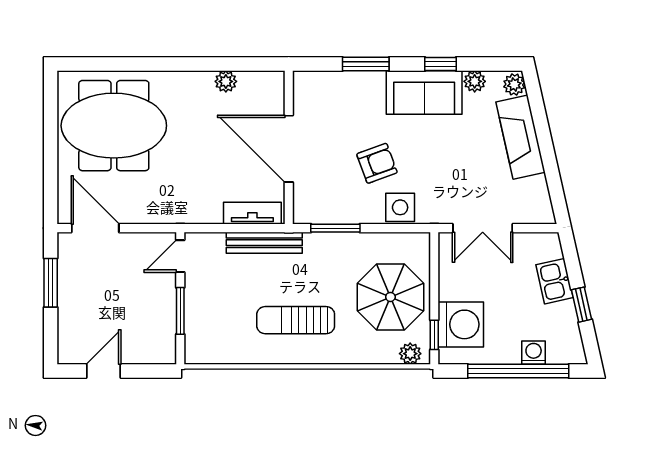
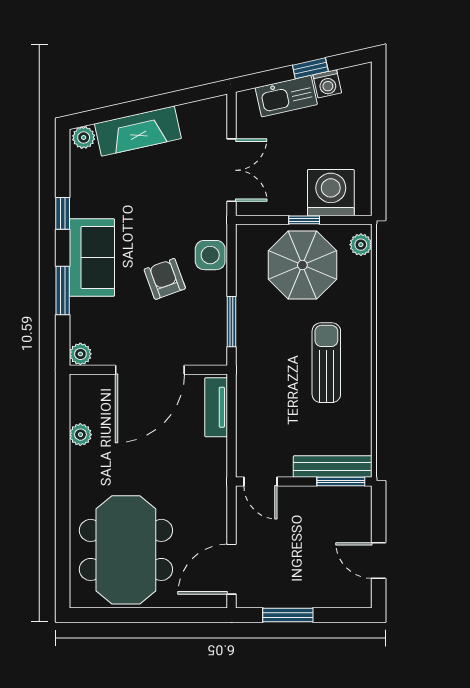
plant: (475, 81) -> (80, 354), moved
sofa: (424, 93) -> (92, 257), moved
bench: (264, 243) -> (332, 466), moved, turned 90
kitchen sink: (554, 281) -> (286, 96), width x1.38
window: (180, 311) -> (341, 481), moved
sun lounger: (296, 320) -> (326, 363), turned 180
window: (434, 335) -> (304, 220), moved
washing machine: (534, 353) -> (327, 84), moved, turned -103
window: (518, 371) -> (379, 133), removed

